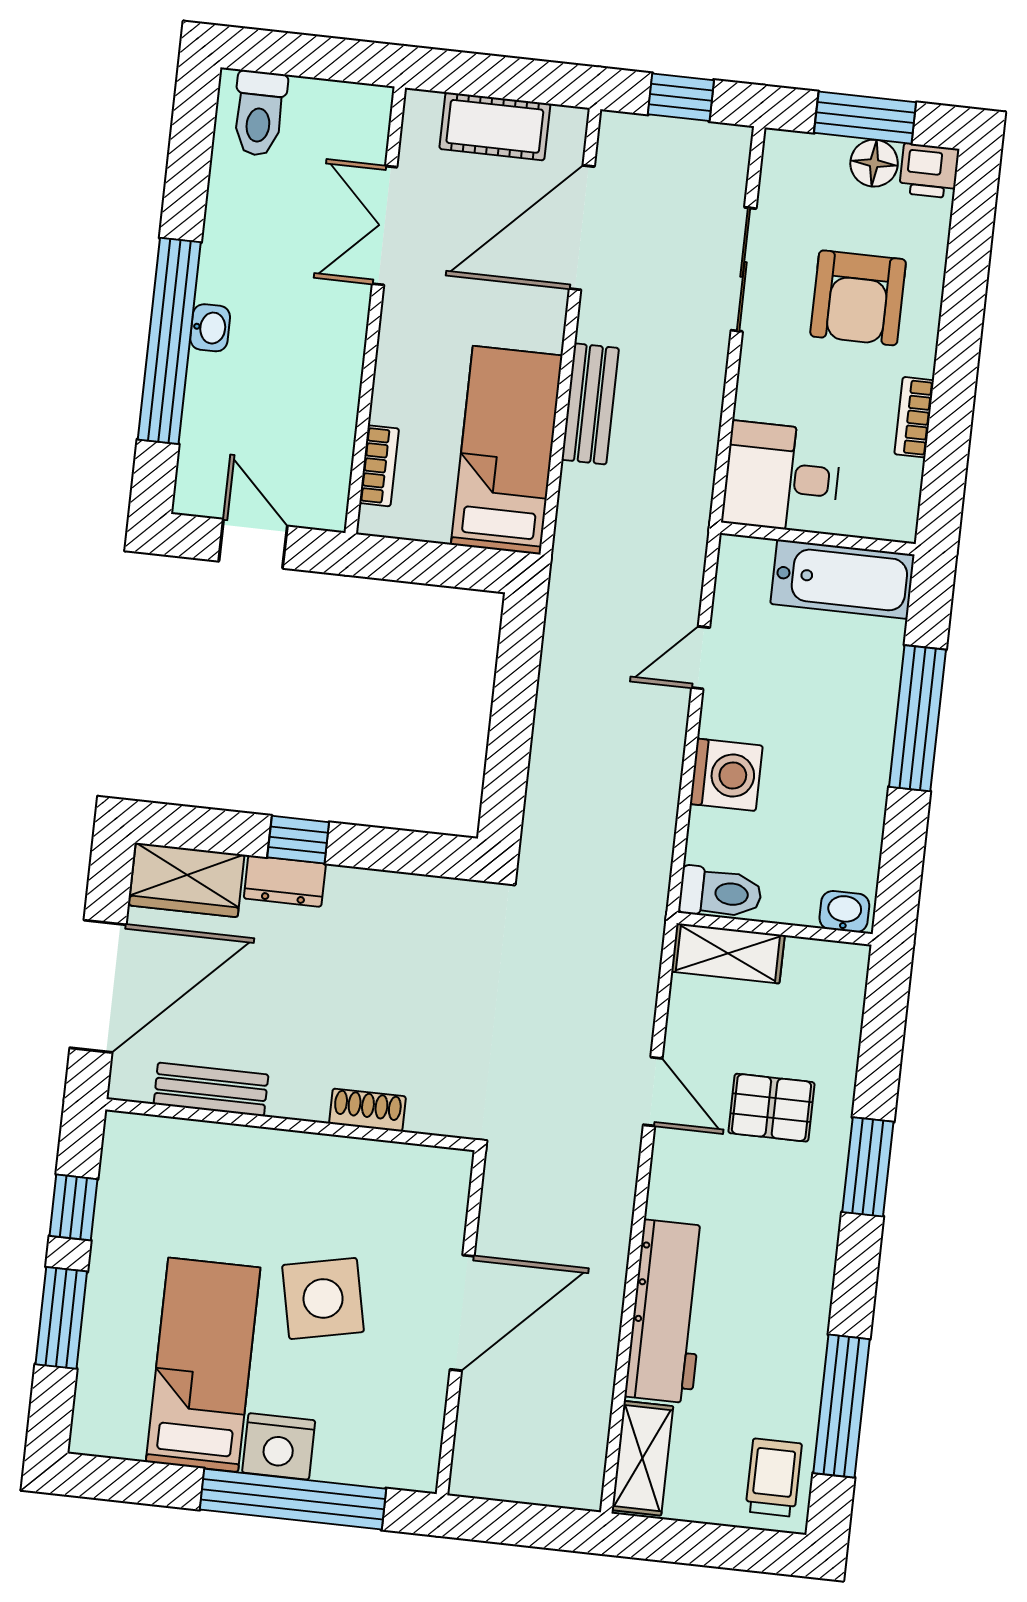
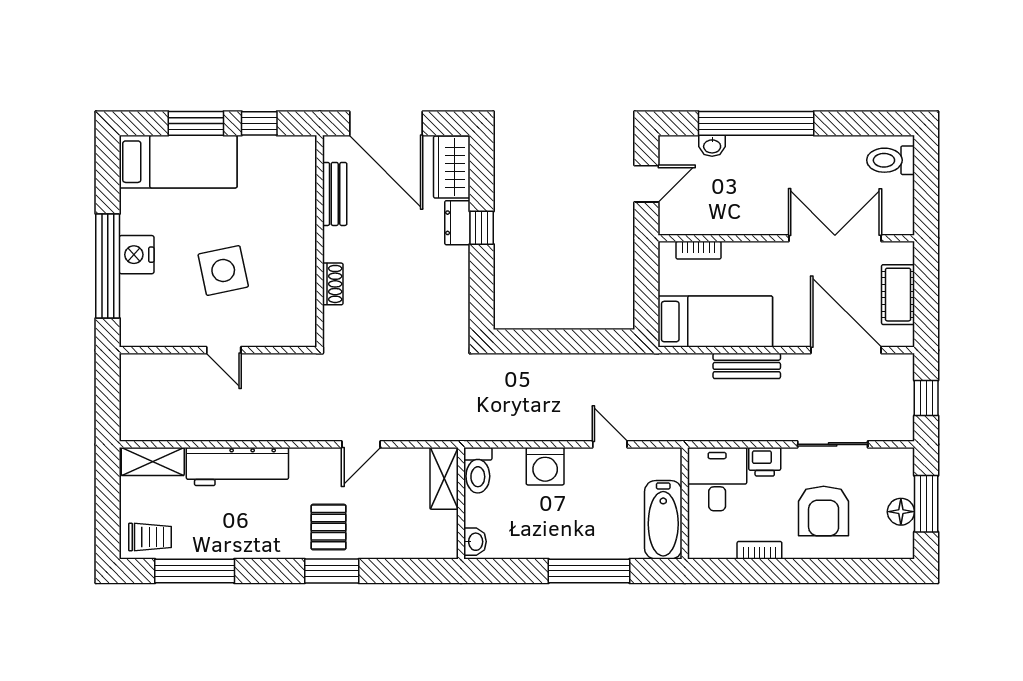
printer: (929, 171) -> (765, 462), moved, turned -90
double door: (385, 225) -> (835, 238), width x1.37
armchair: (858, 298) -> (824, 511), turned -90
washbasin: (210, 328) -> (712, 146), moved
pallet: (771, 1108) -> (328, 527), moved
door: (462, 1313) -> (224, 350), width x0.53
bed: (203, 1365) -> (178, 162), moved

